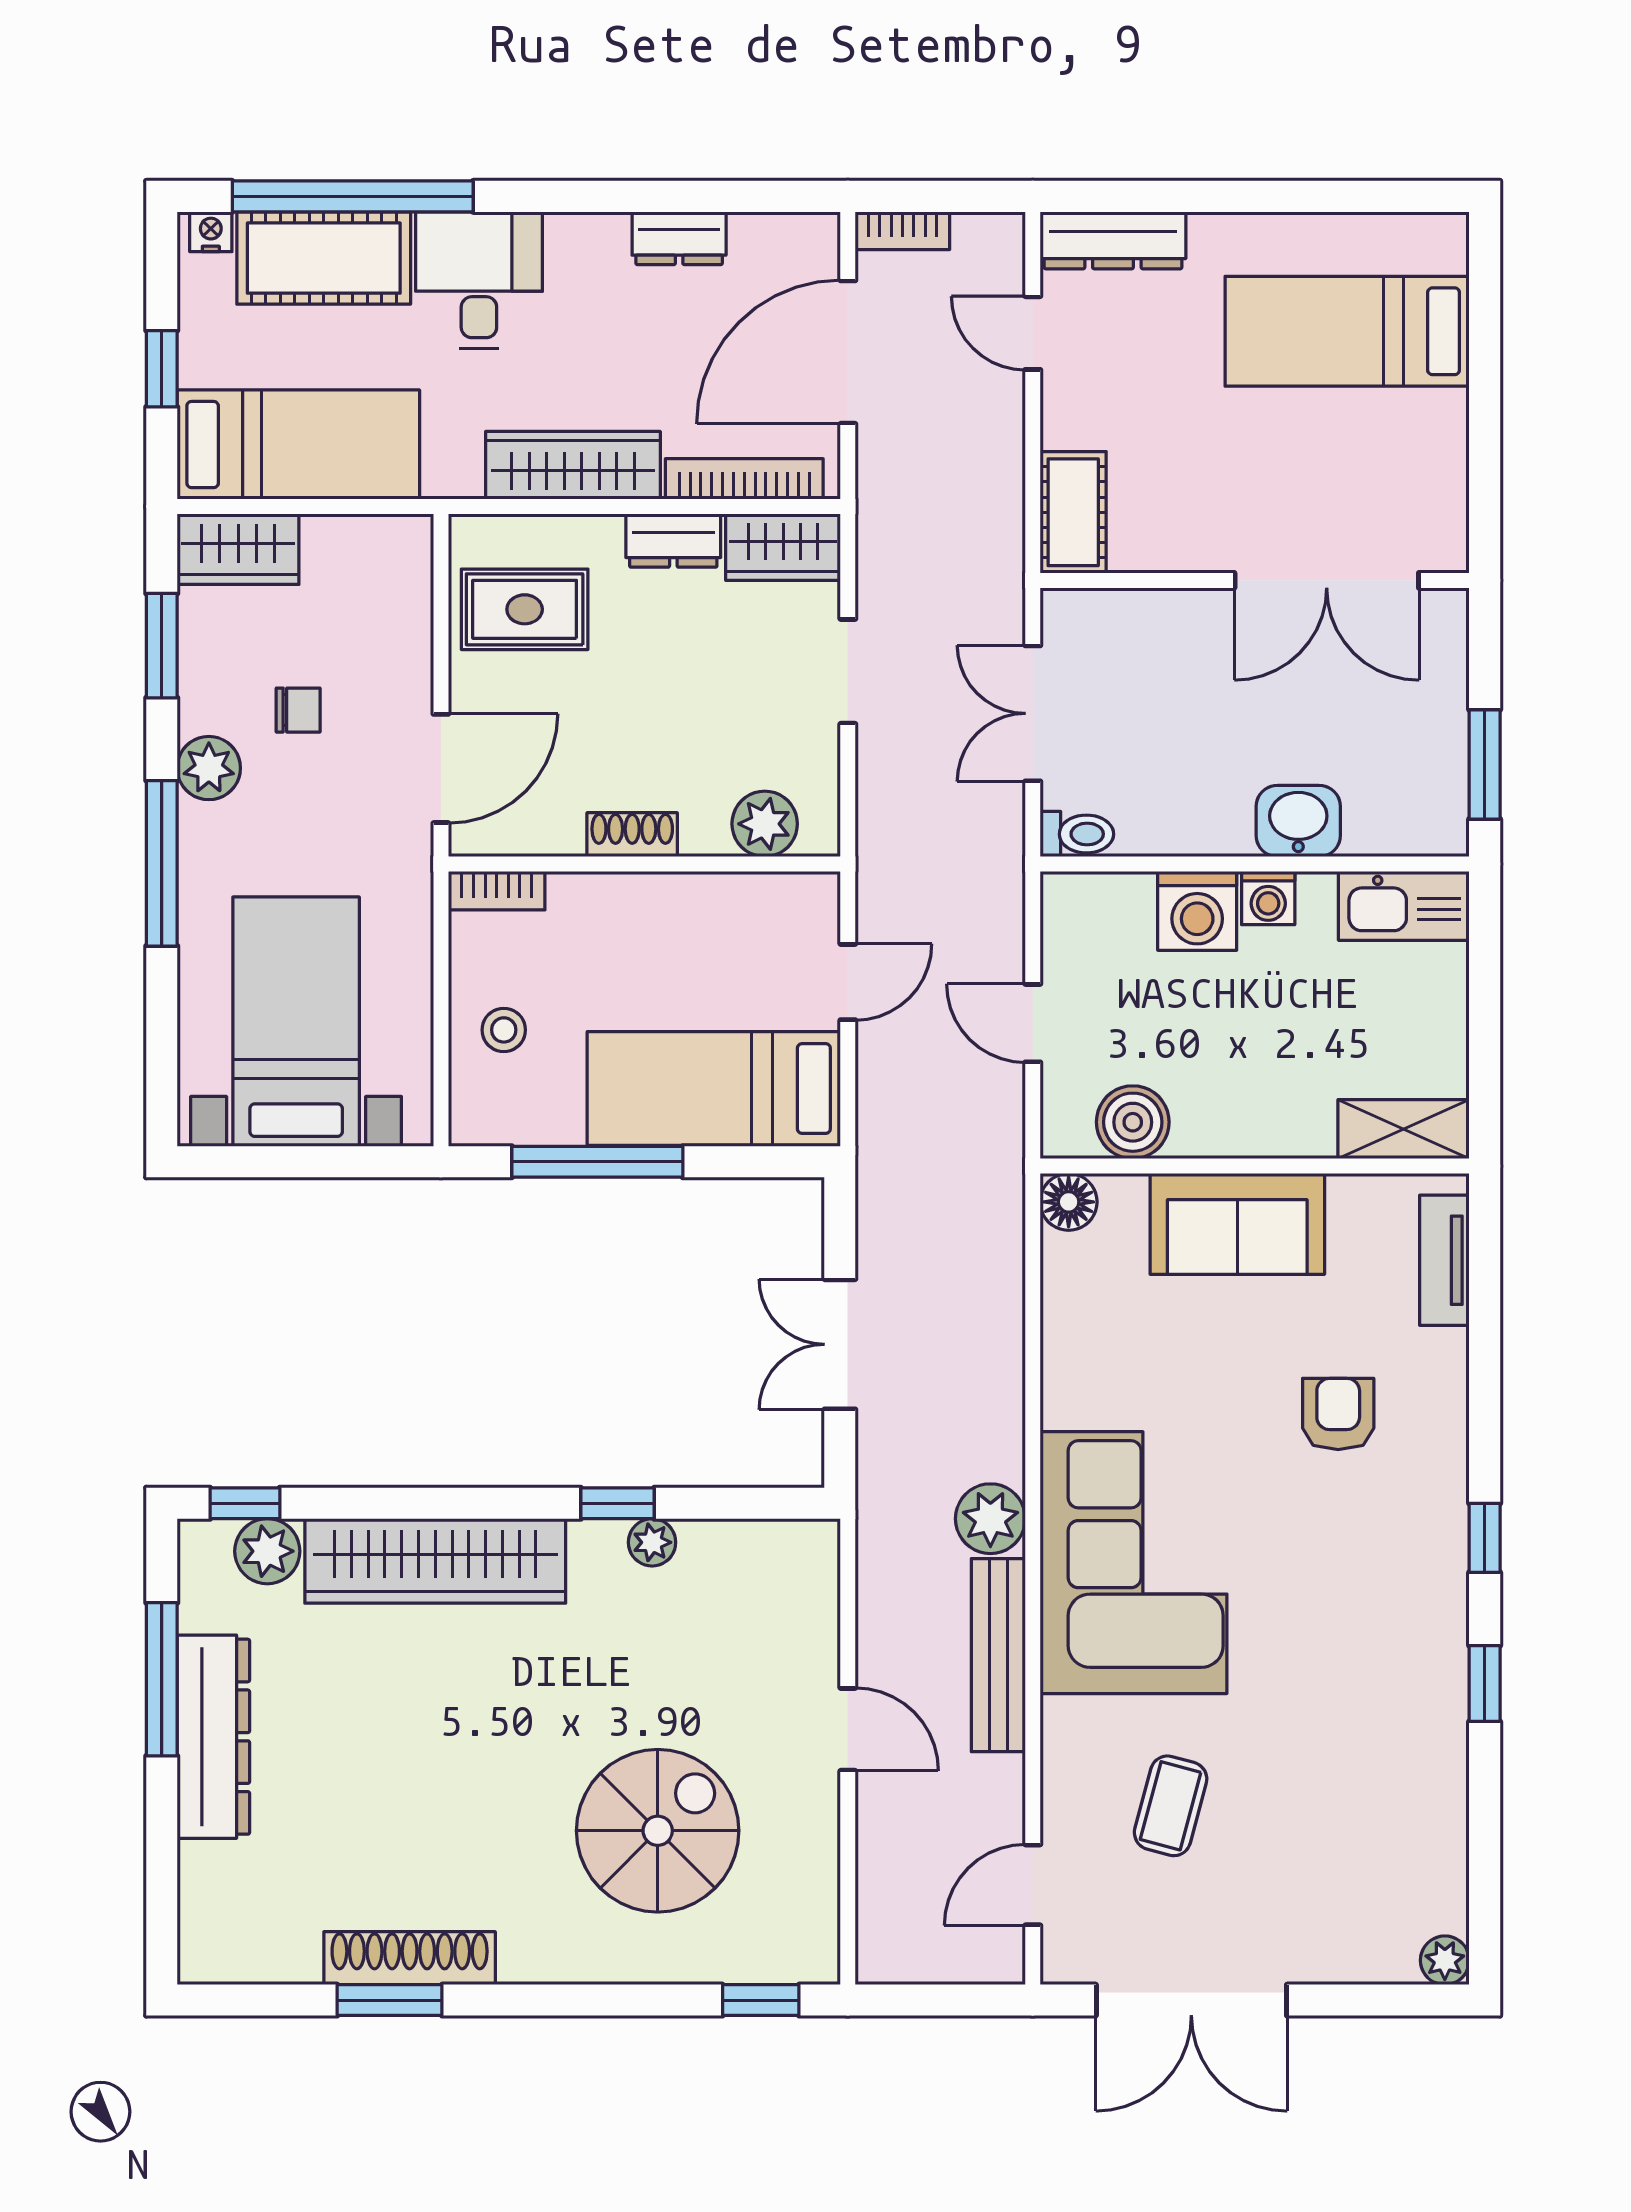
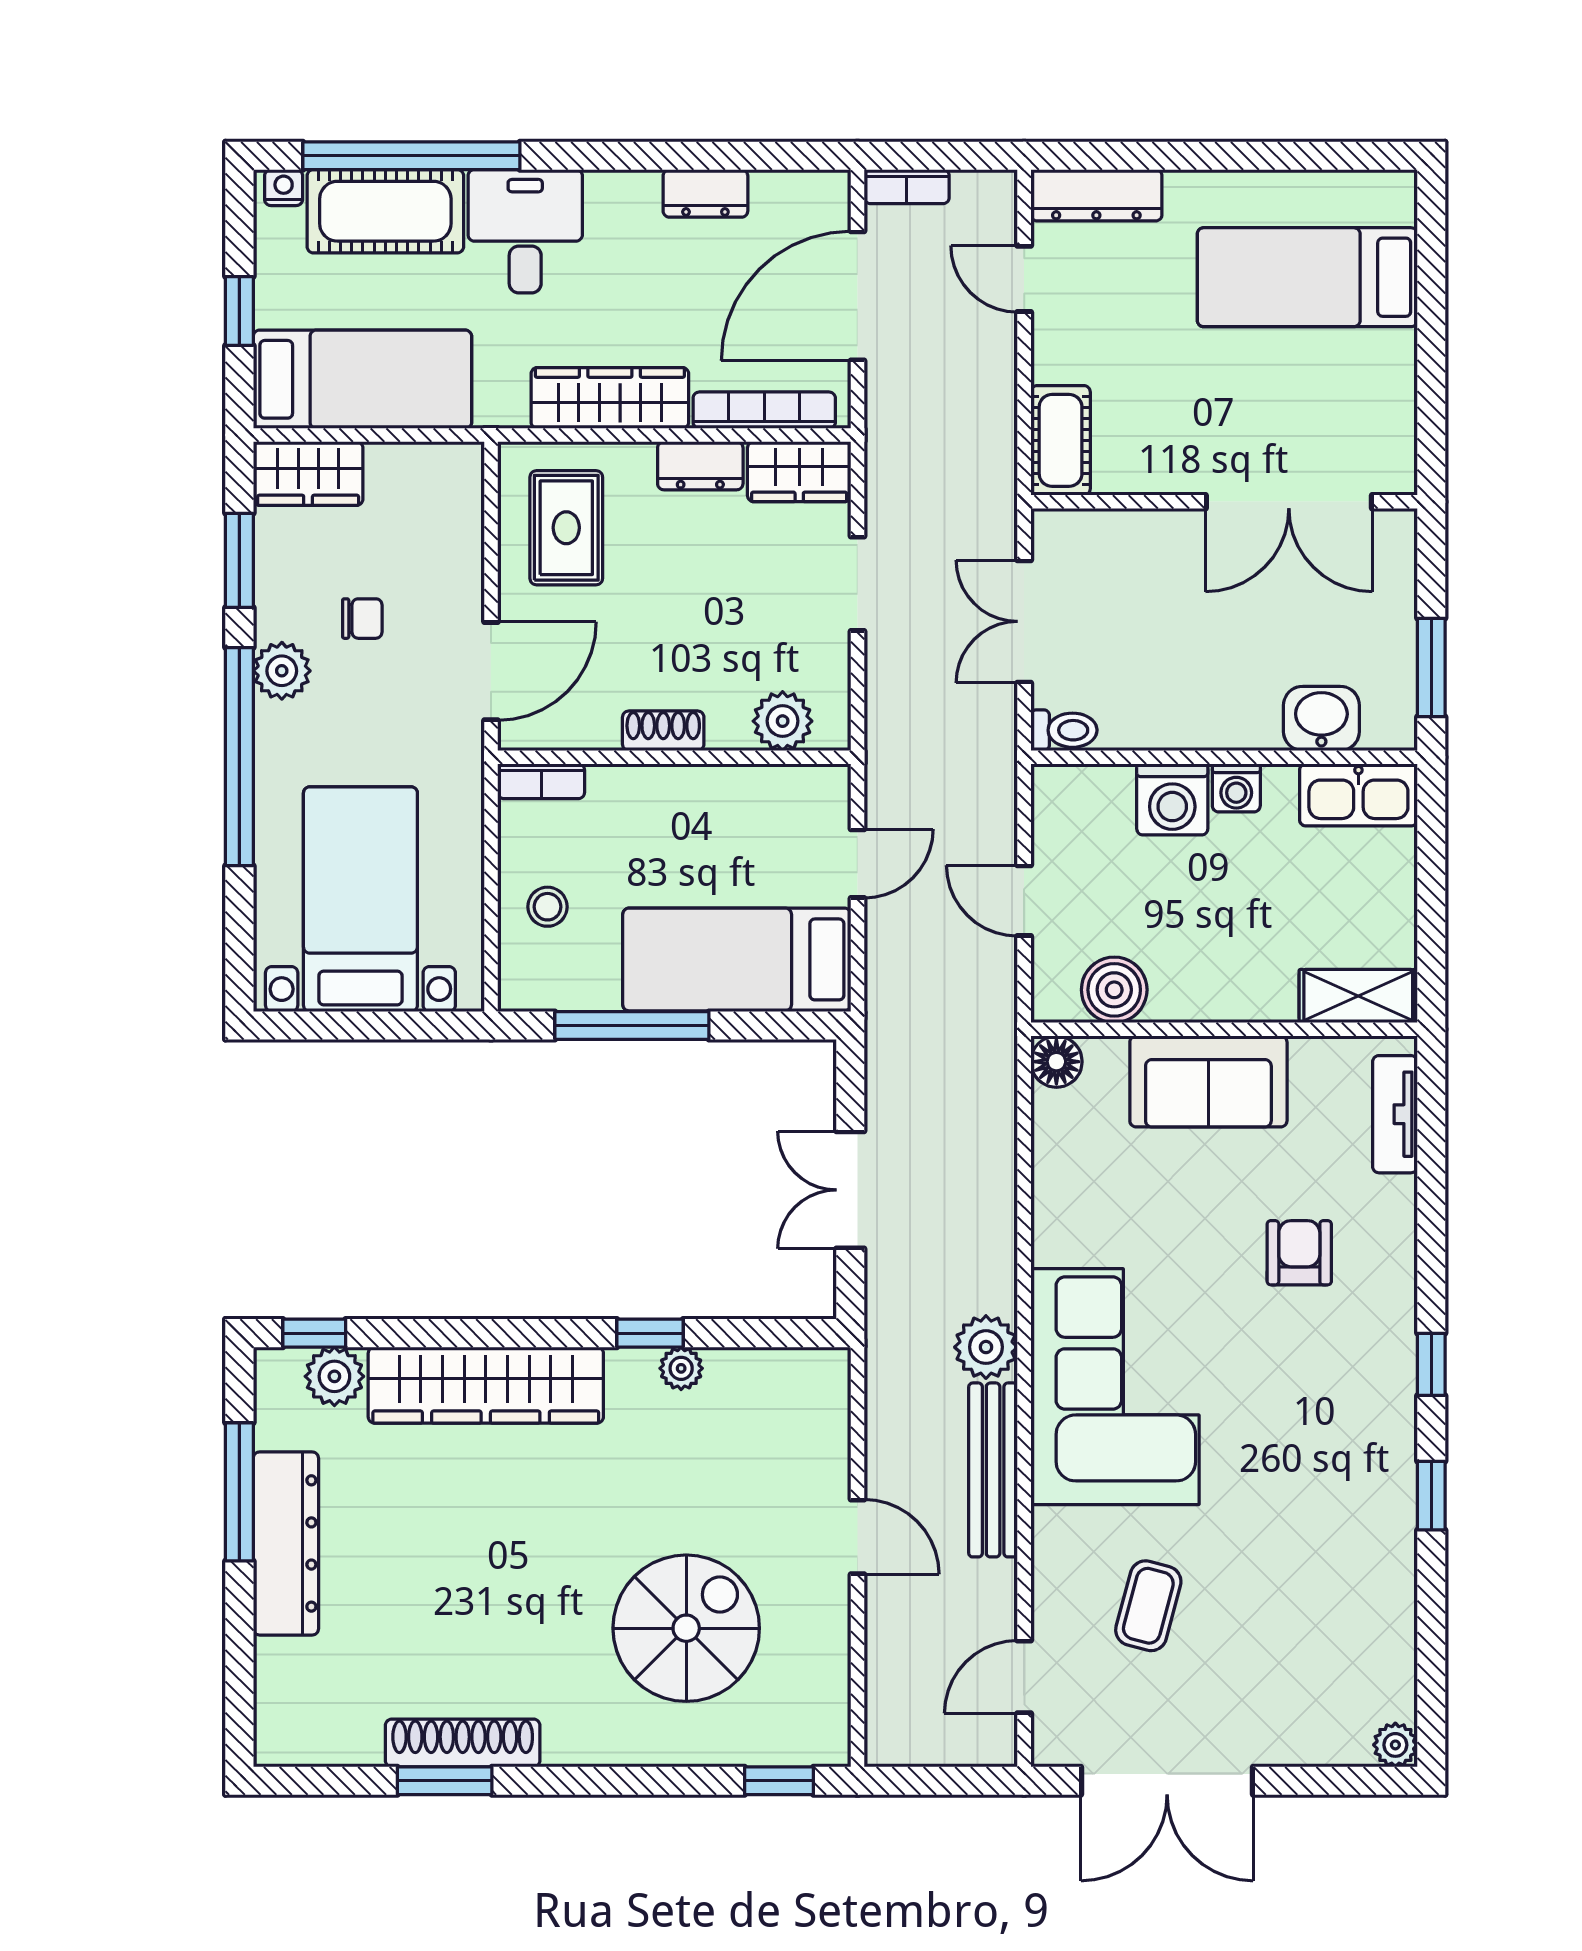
rug: (525, 609) -> (566, 528), turned 90
washbasin: (1298, 821) -> (1321, 718), moved
window: (162, 863) -> (239, 757), width x1.46

